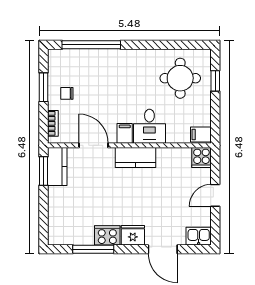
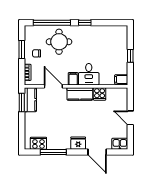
window: (143, 45) -> (85, 23), added
round table: (180, 78) -> (59, 42), moved
window: (215, 81) -> (130, 56), moved
cooker: (201, 158) -> (100, 94), moved
door: (215, 195) -> (130, 118), hinge flipped
cooker: (107, 235) -> (38, 143), moved

